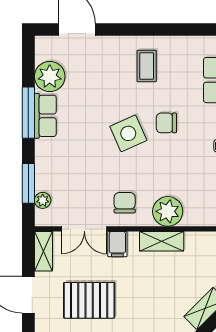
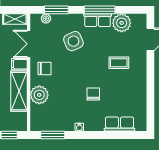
coffee table: (147, 66) -> (119, 63), moved
side table: (128, 133) -> (73, 41), moved
shelving: (162, 241) -> (19, 91), width x1.50, depth x1.33

